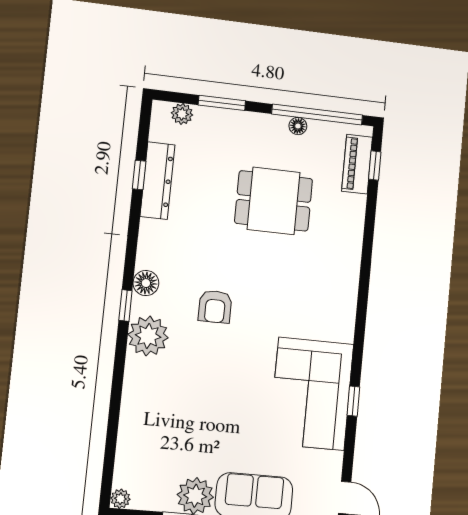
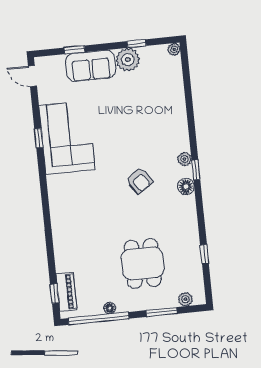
dresser: (157, 181) -> (192, 253), removed
dining table: (274, 201) -> (143, 263), moved, turned 90
armchair: (215, 307) -> (139, 181), turned 146
plant: (148, 336) -> (184, 159), width x0.53, depth x0.53

